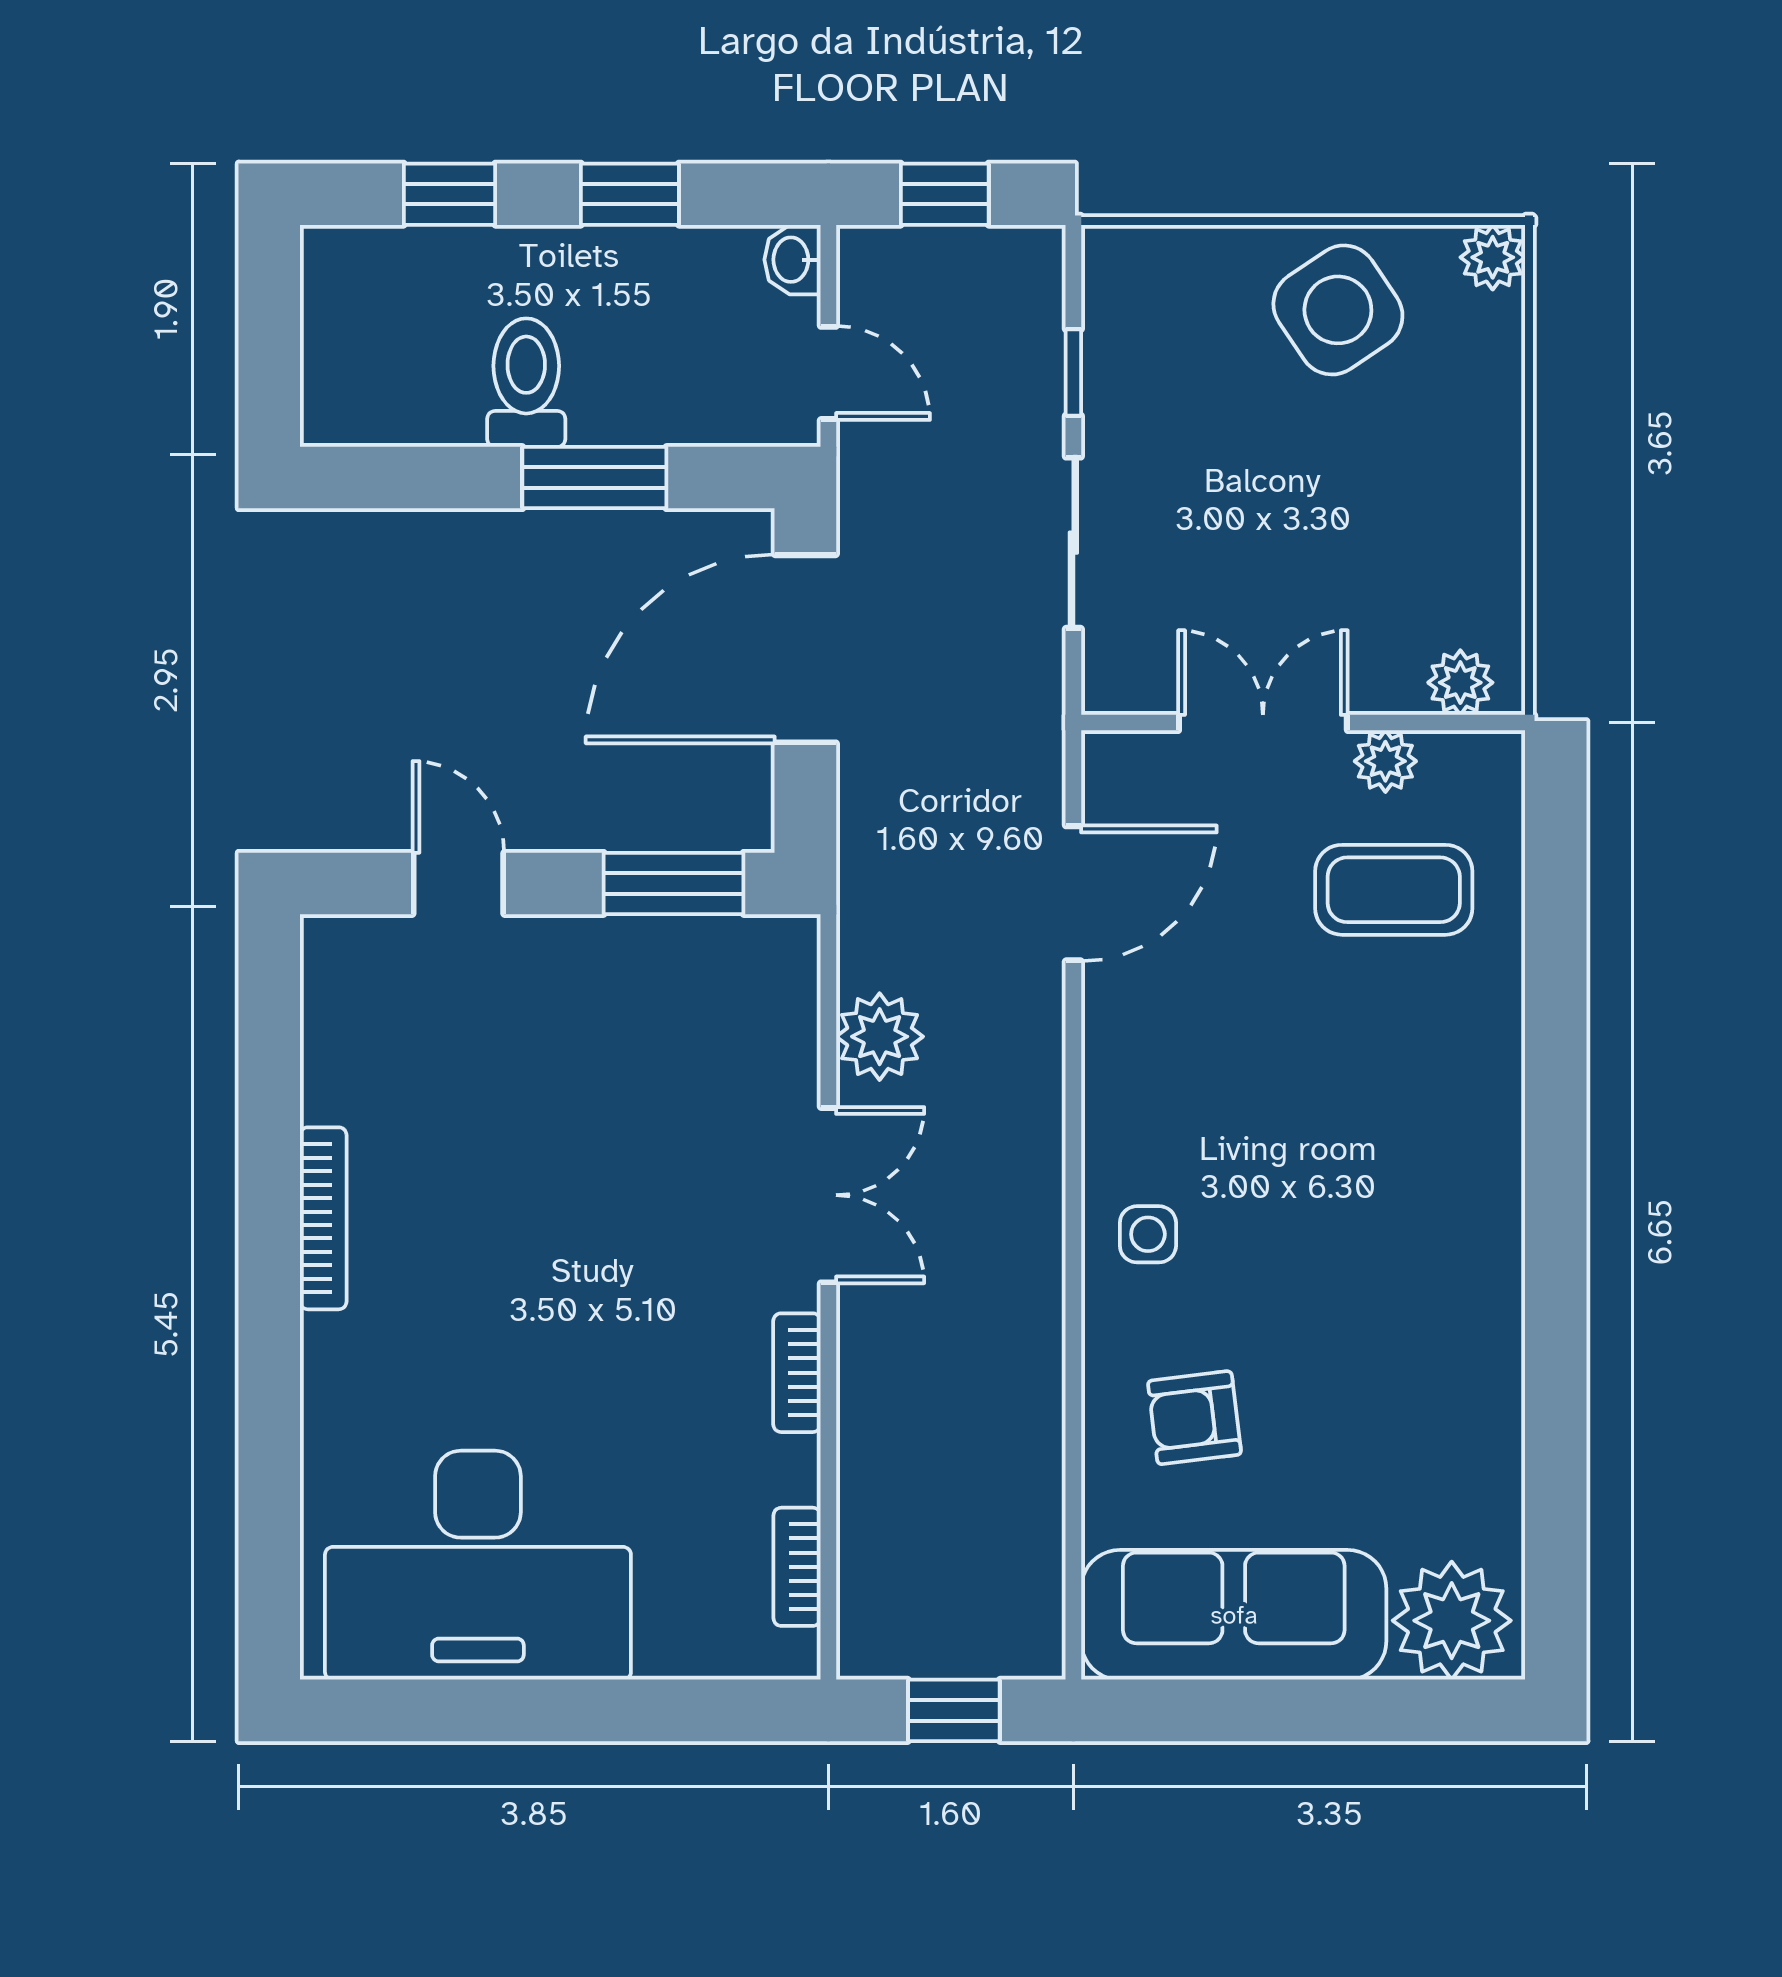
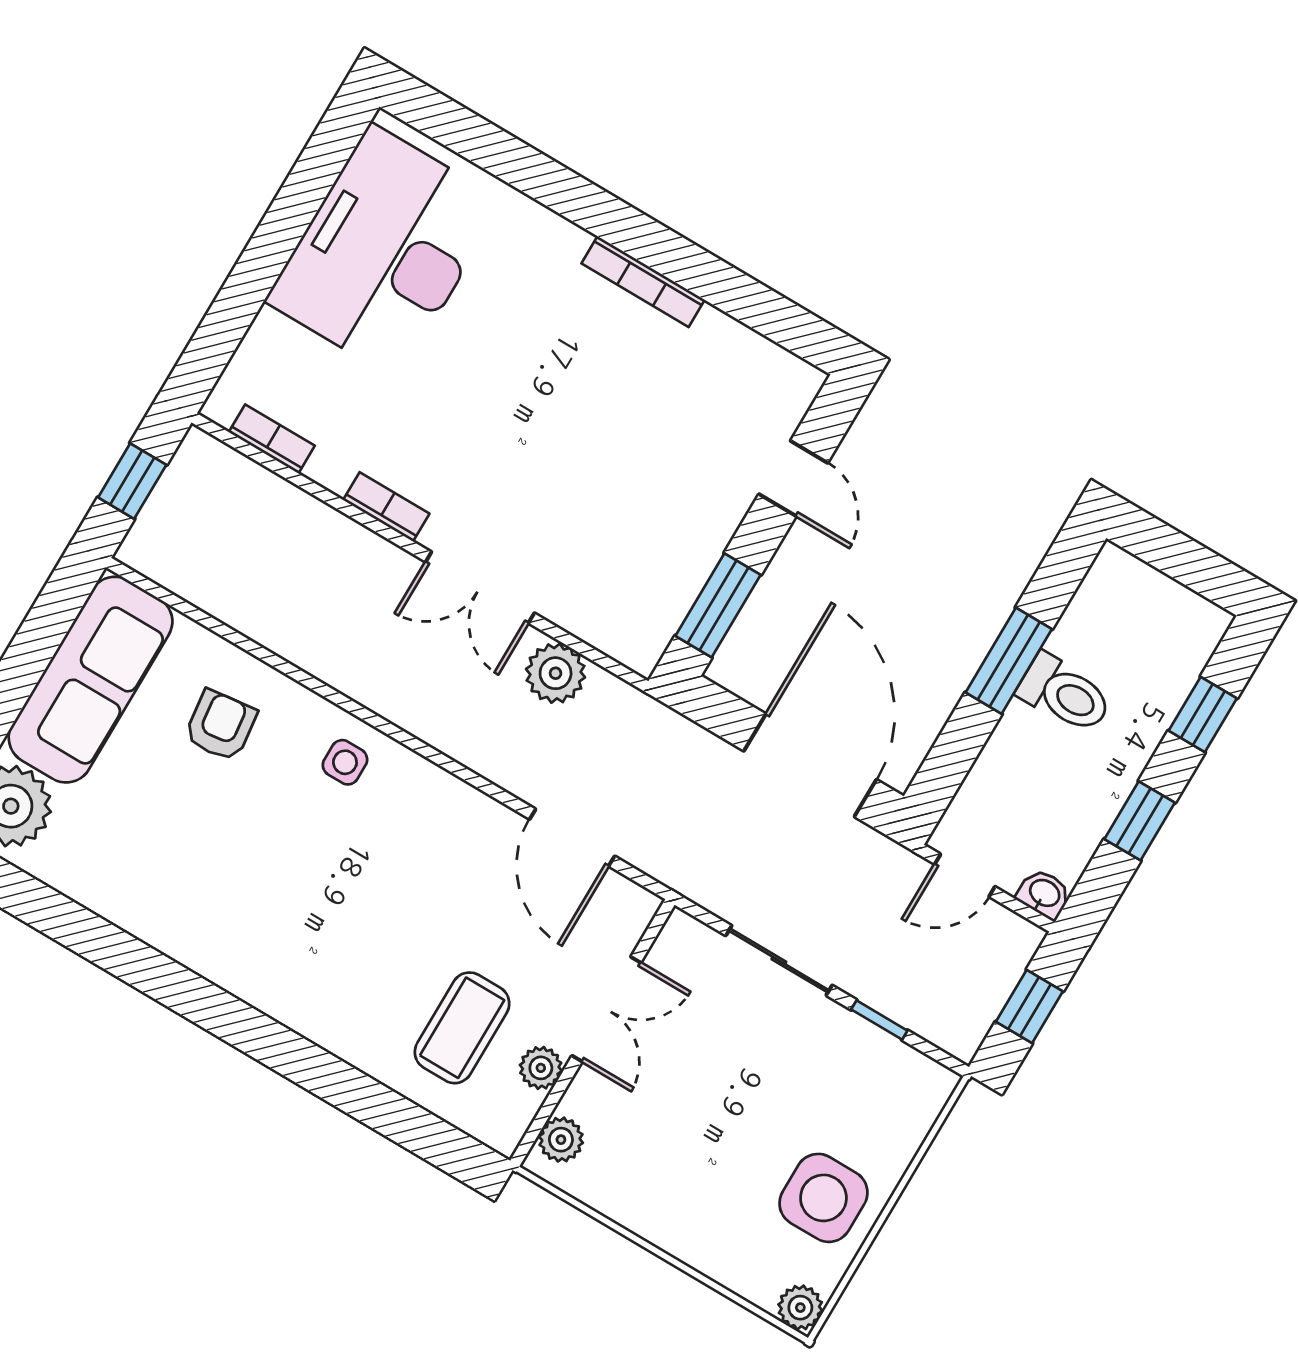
side table: (1338, 310) -> (823, 1198), turned 34
window: (594, 478) -> (1009, 661), moved
door: (458, 883) -> (793, 478), hinge flipped

